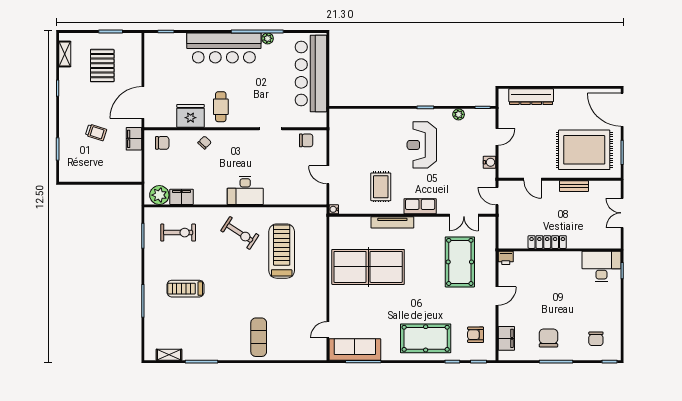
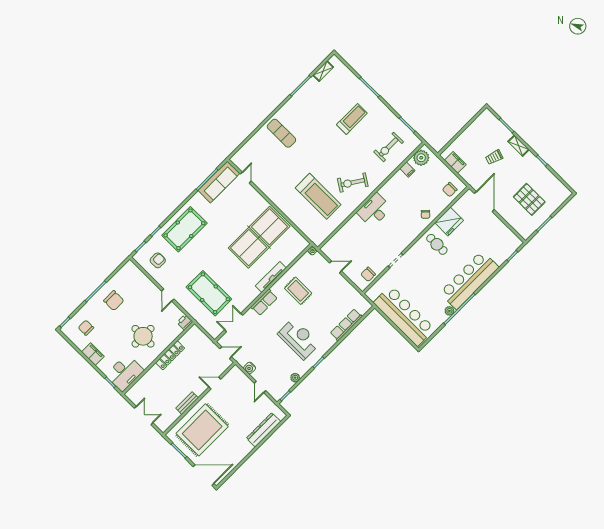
shelving: (65, 54) -> (519, 146), moved
row of seats: (369, 116) -> (346, 325), added
filing cabinet: (134, 139) -> (455, 162), moved
filing cabinet: (181, 197) -> (407, 170), width x0.50
round table: (554, 282) -> (143, 336), added
filing cabinet: (506, 338) -> (93, 354), moved, turned 180

